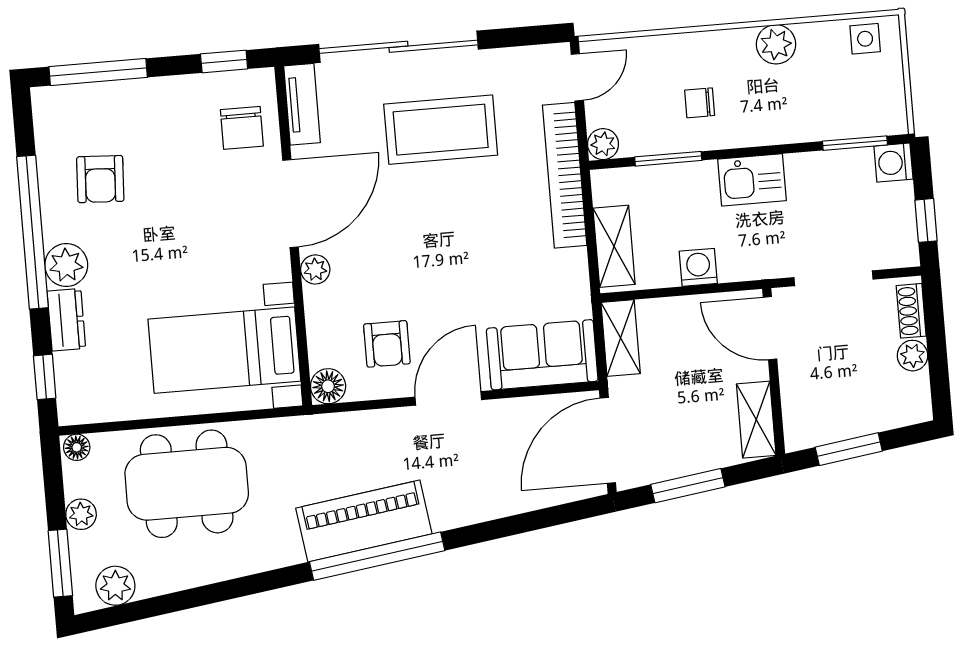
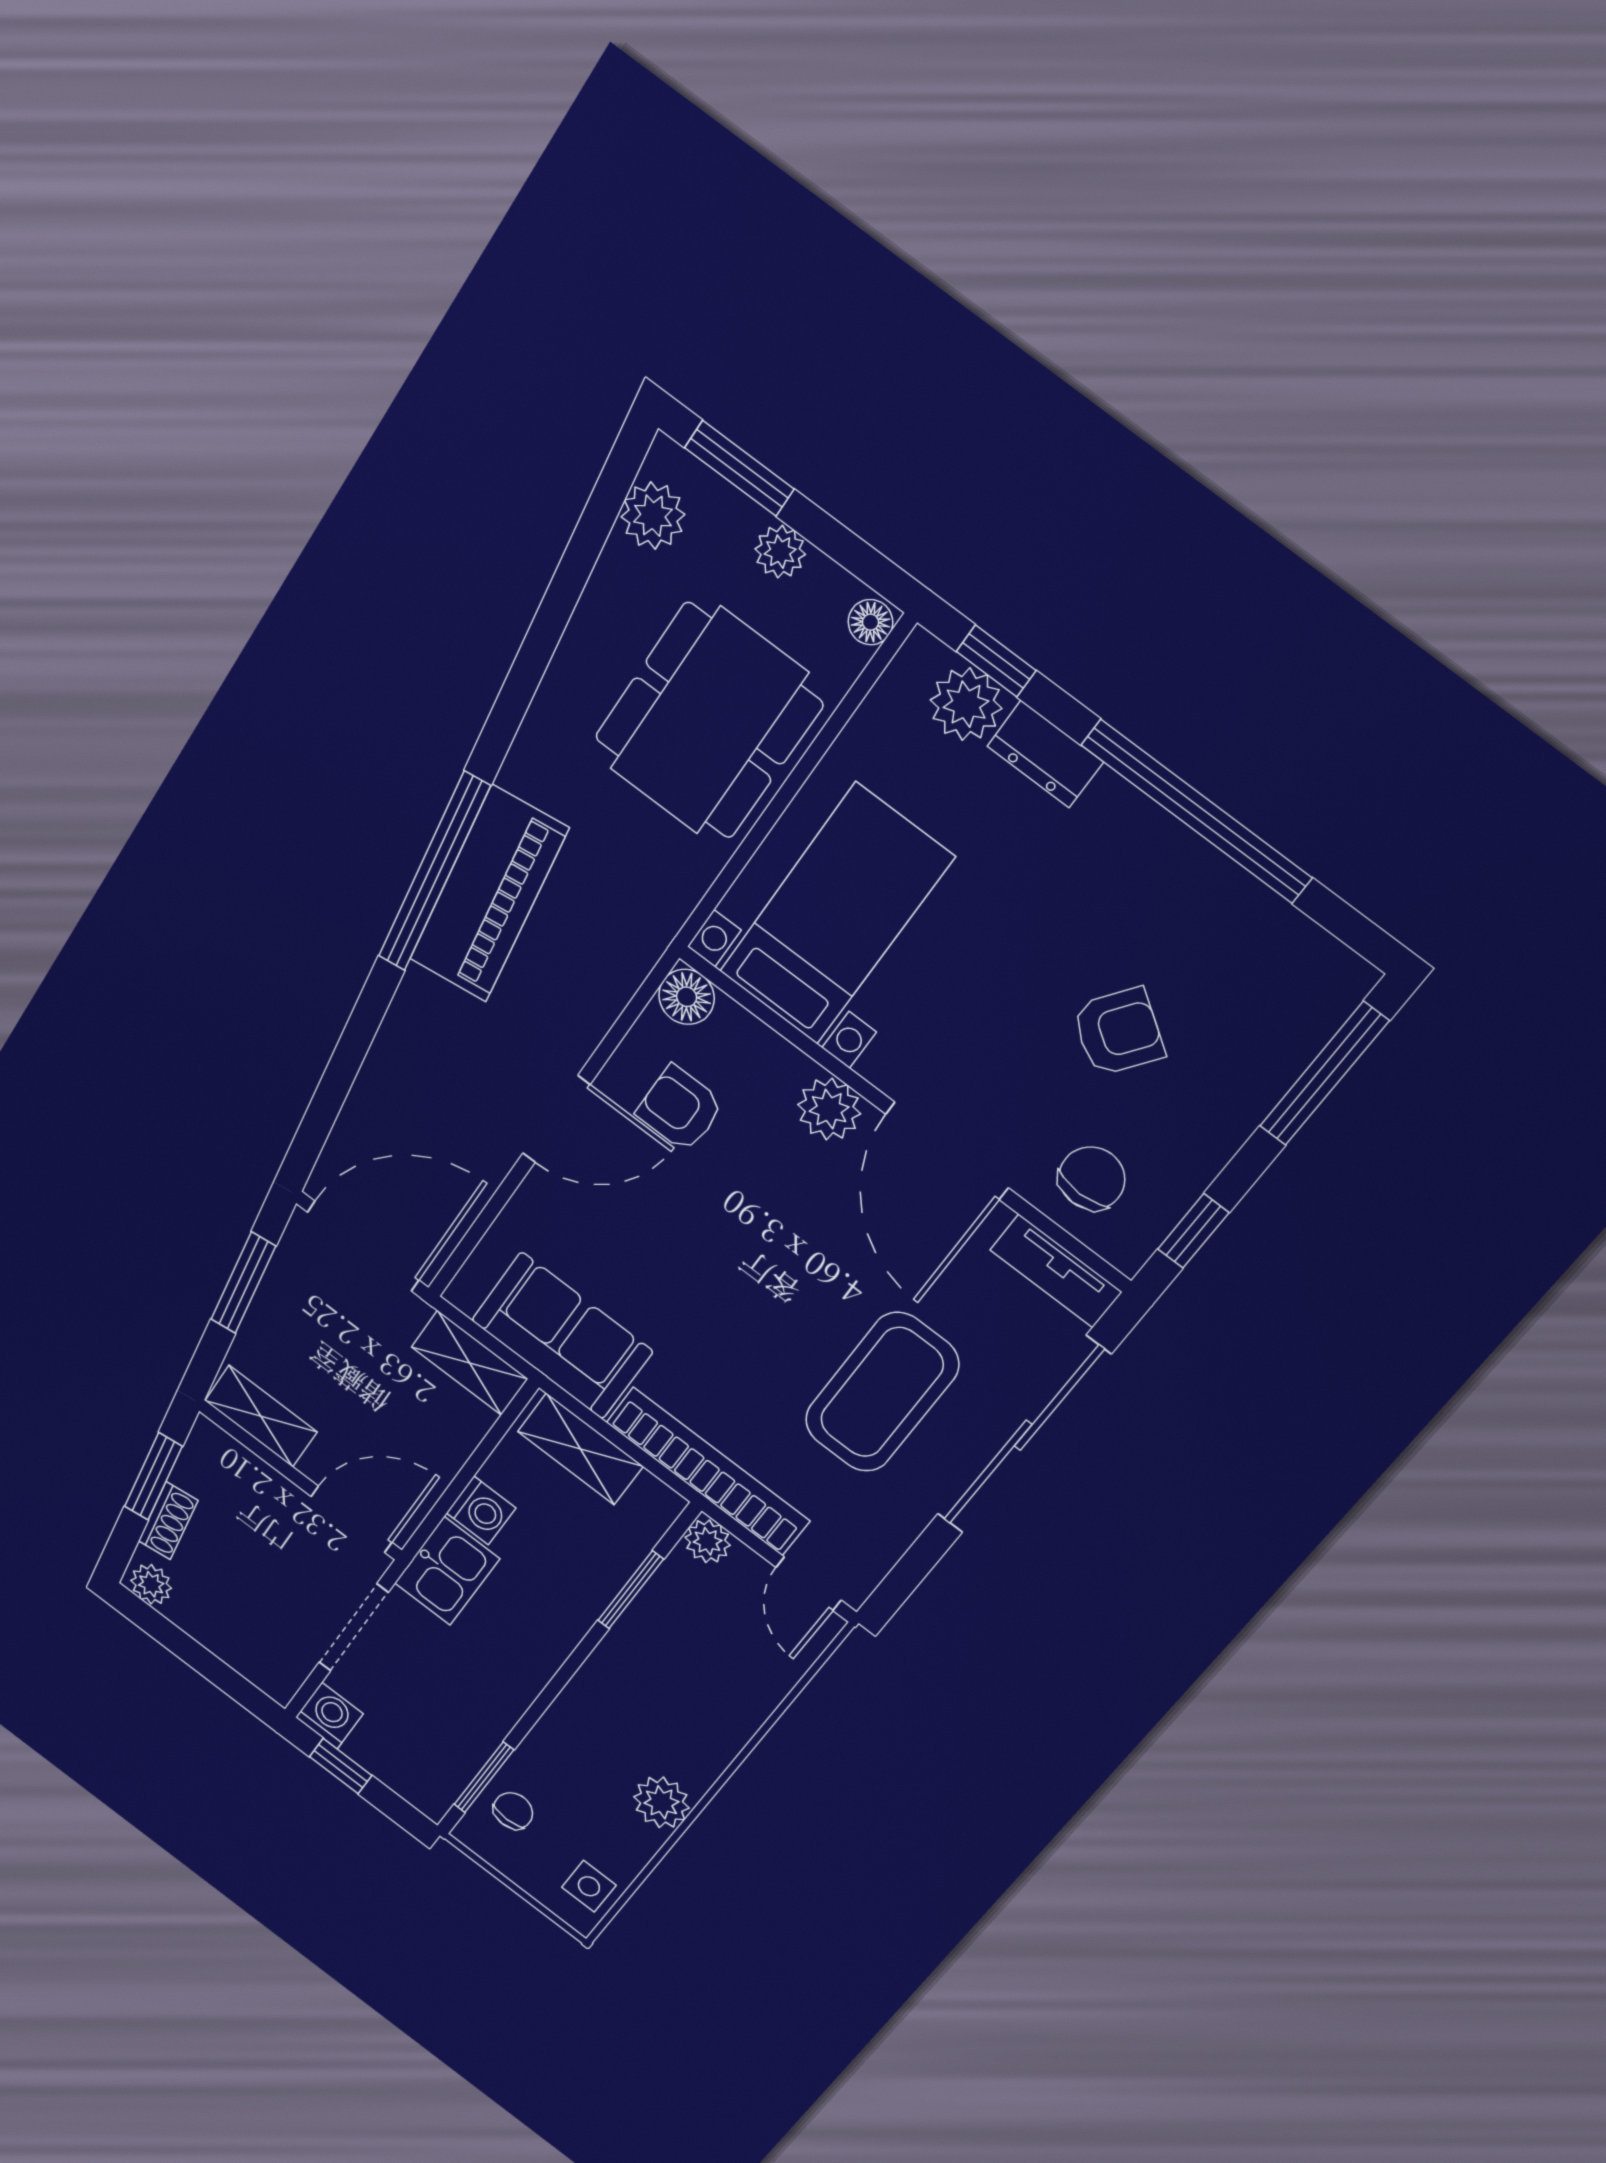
chair: (700, 103) -> (513, 1811), moved
chair: (242, 128) -> (1092, 1178), turned 90
washing machine: (893, 163) -> (329, 1716), moved
armchair: (100, 179) -> (1118, 1032), moved, turned 122
kitchen sink: (752, 180) -> (447, 1571), moved, turned 180
plant: (66, 265) -> (966, 704), moved
plant: (315, 269) -> (829, 1109), width x1.38, depth x1.38
shoe rack: (911, 311) -> (168, 1521), moved, turned 82
sofa: (542, 355) -> (562, 1336), moved, turned -90
plant: (913, 356) -> (151, 1584), moved
door: (448, 398) -> (556, 1119), hinge flipped
door: (608, 440) -> (363, 1246), hinge flipped

